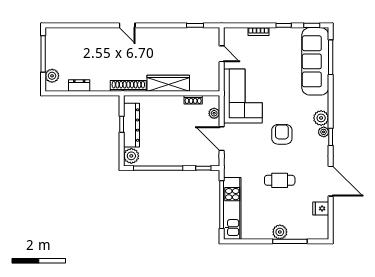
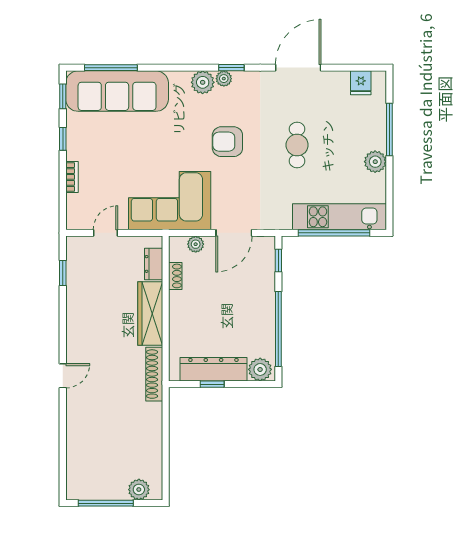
dresser: (79, 85) -> (154, 264), moved
fridge: (321, 208) -> (361, 83), moved
plant: (280, 232) -> (375, 162), moved

